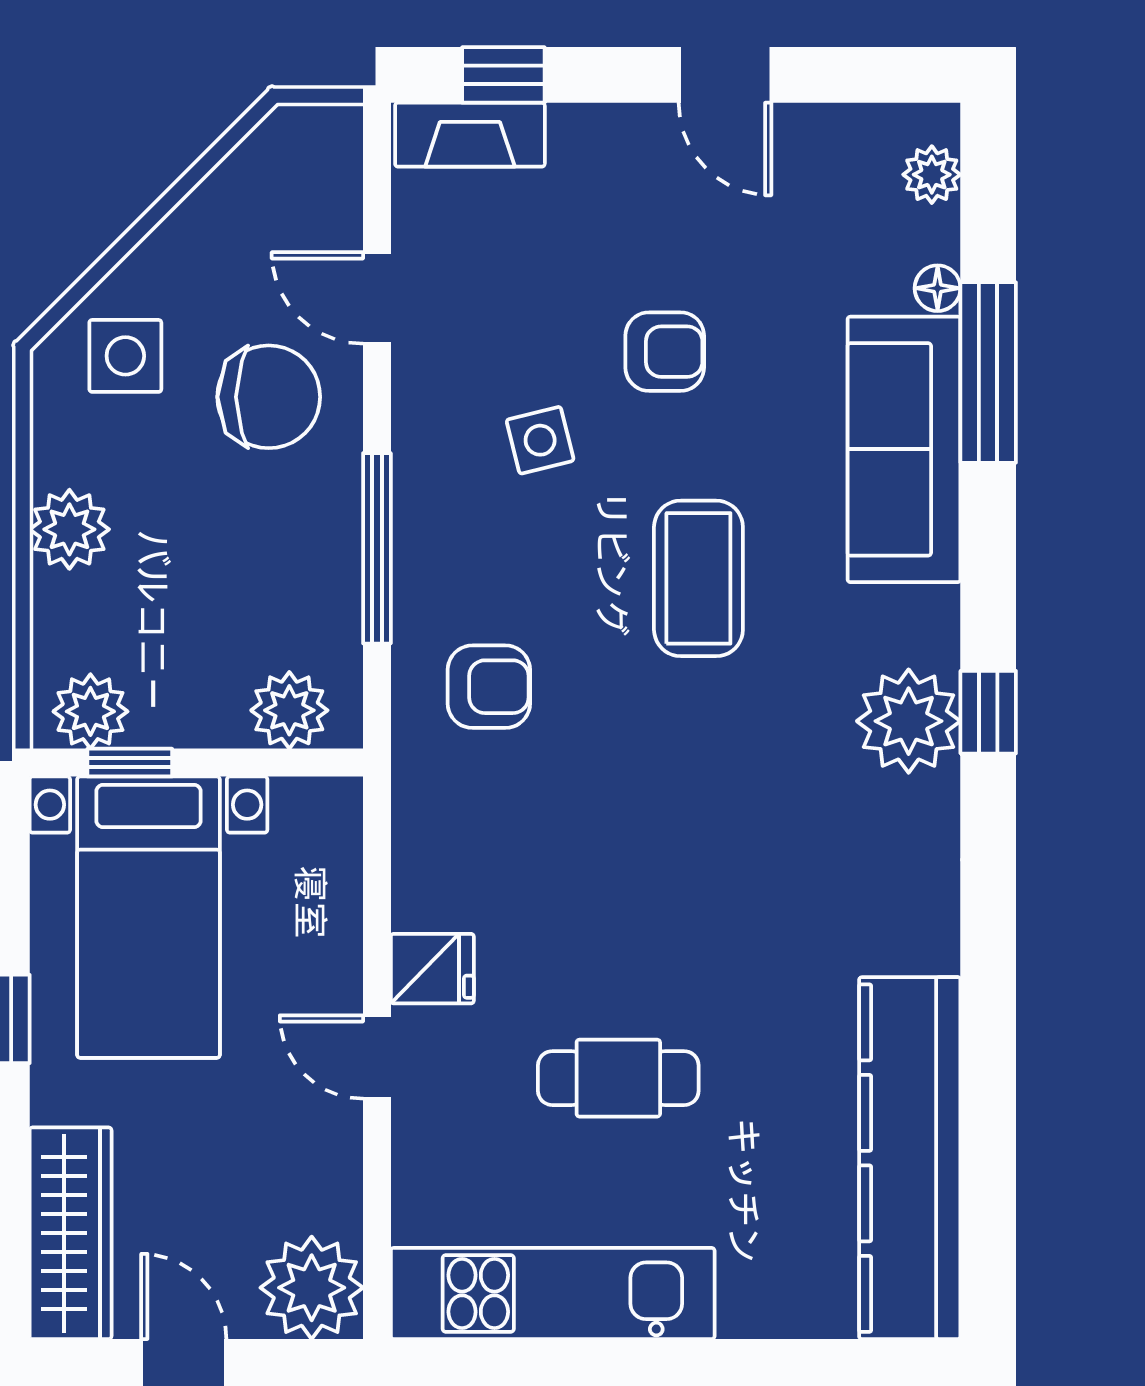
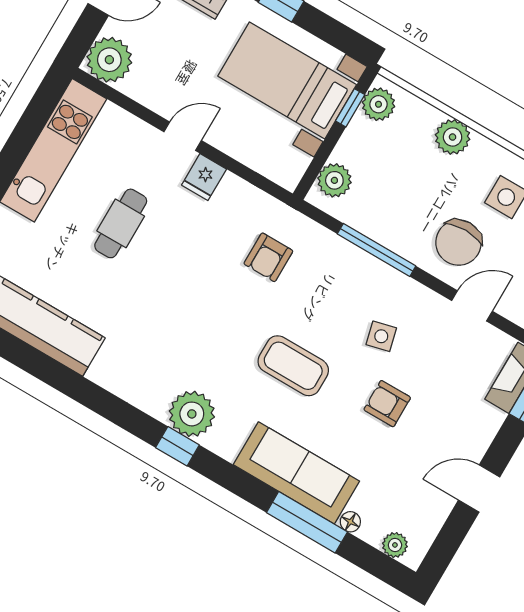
armchair: (665, 352) -> (387, 404), turned 90
armchair: (489, 687) -> (268, 257), moved

